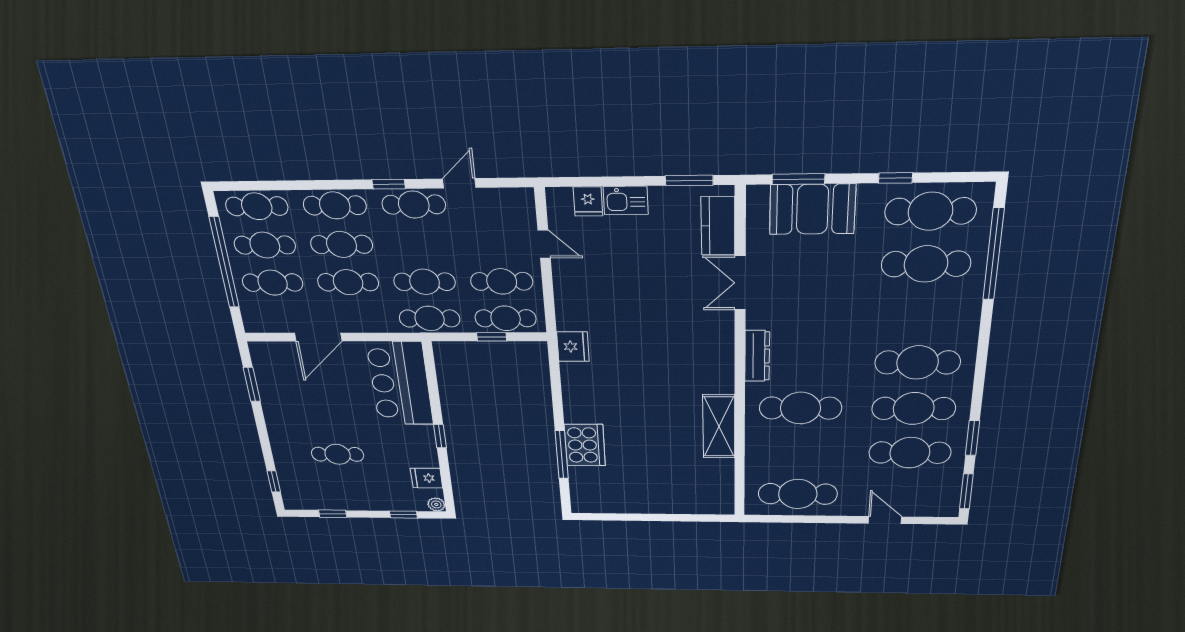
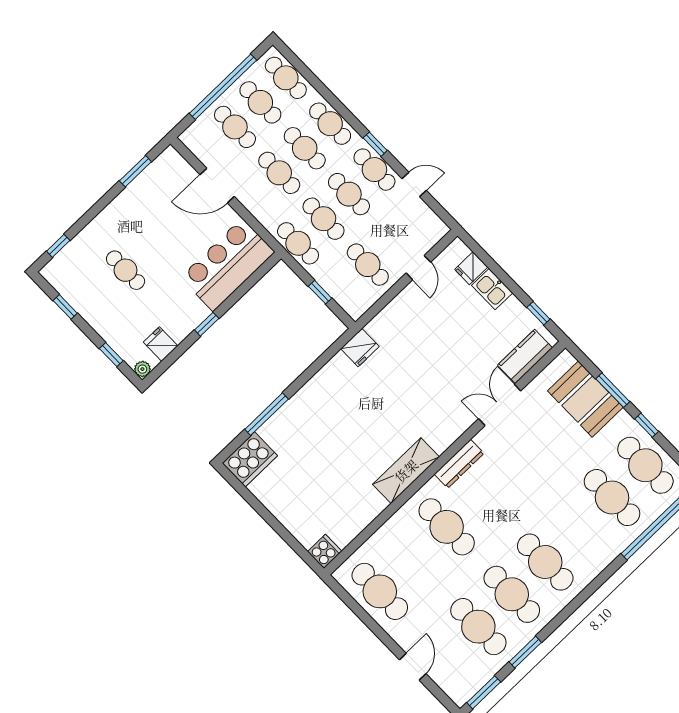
window: (798, 179) -> (613, 390), moved
window: (689, 180) -> (538, 313), width x0.67
cafe table: (506, 318) -> (349, 194), moved
shelving: (719, 426) -> (406, 471), moved
cooker: (585, 445) -> (250, 459), moved
cooker: (721, 504) -> (325, 551), added

